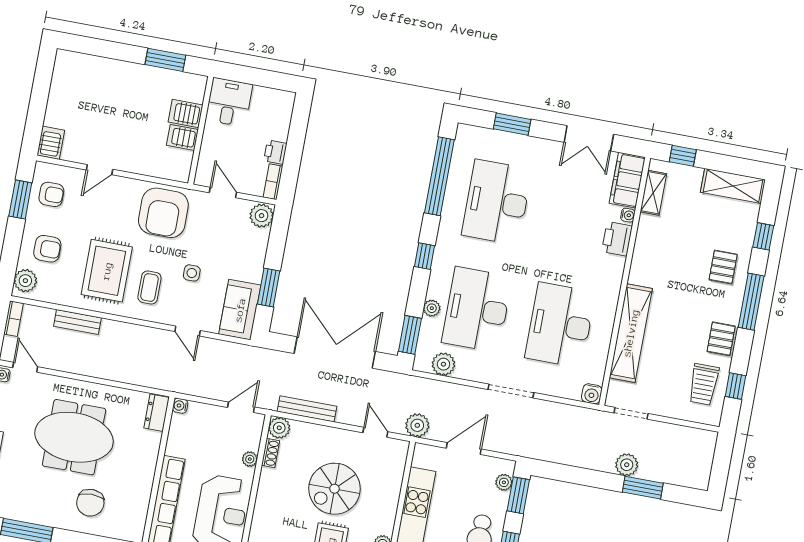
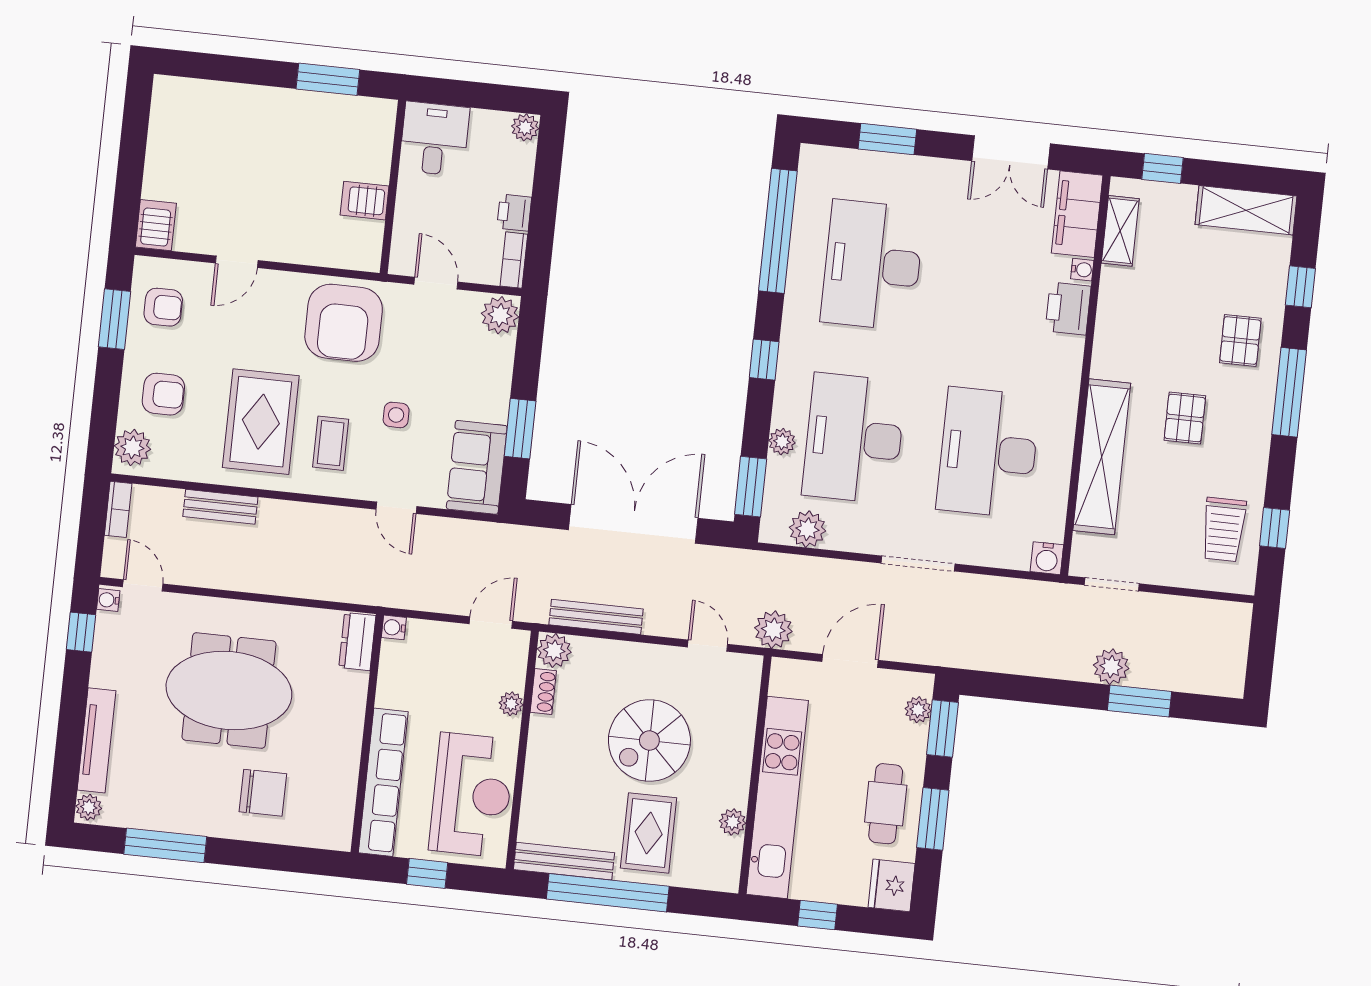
plant: (286, 99) -> (525, 127), added
server rack: (186, 114) -> (367, 162), removed
pallet: (721, 339) -> (1185, 418), moved
chair: (90, 503) -> (263, 793), turned -90

